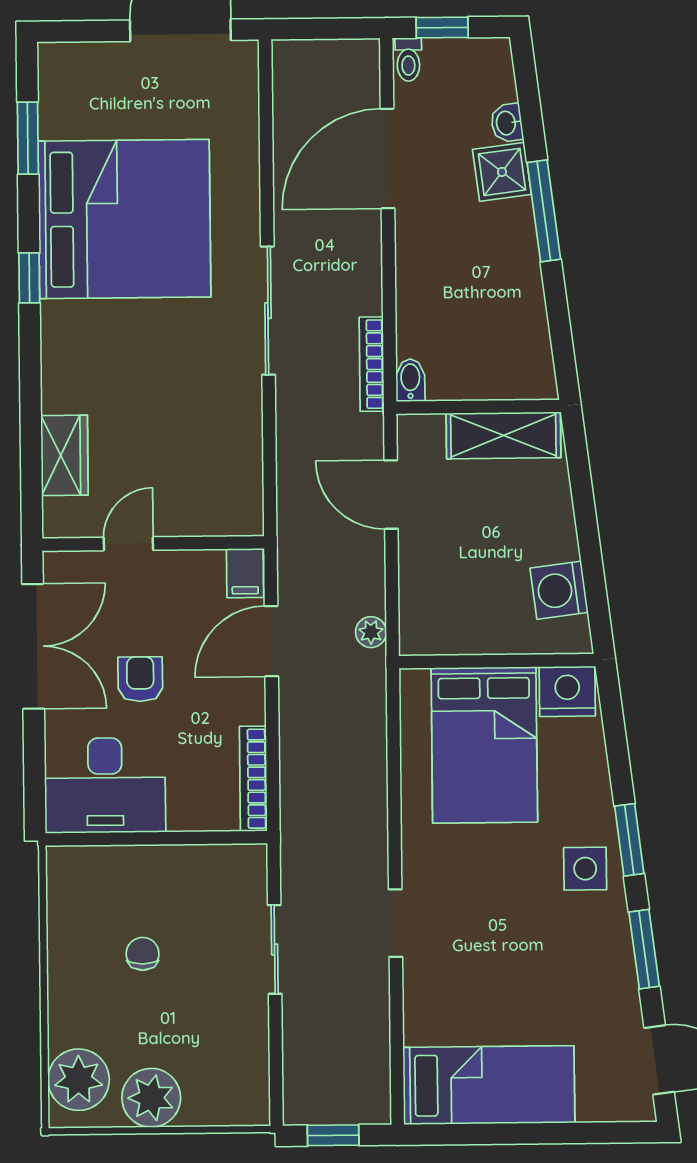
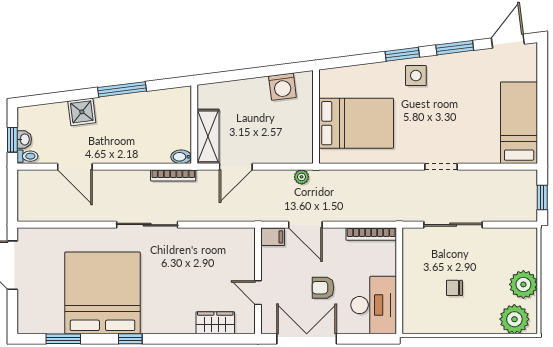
washbasin: (507, 123) -> (24, 139), moved, turned -83
door: (388, 158) -> (75, 167), width x0.73
window: (544, 211) -> (122, 89), moved
shelving: (503, 435) -> (208, 136), moved
nightstand: (567, 691) -> (331, 83), removed
sliding door: (275, 949) -> (453, 225), width x1.37

